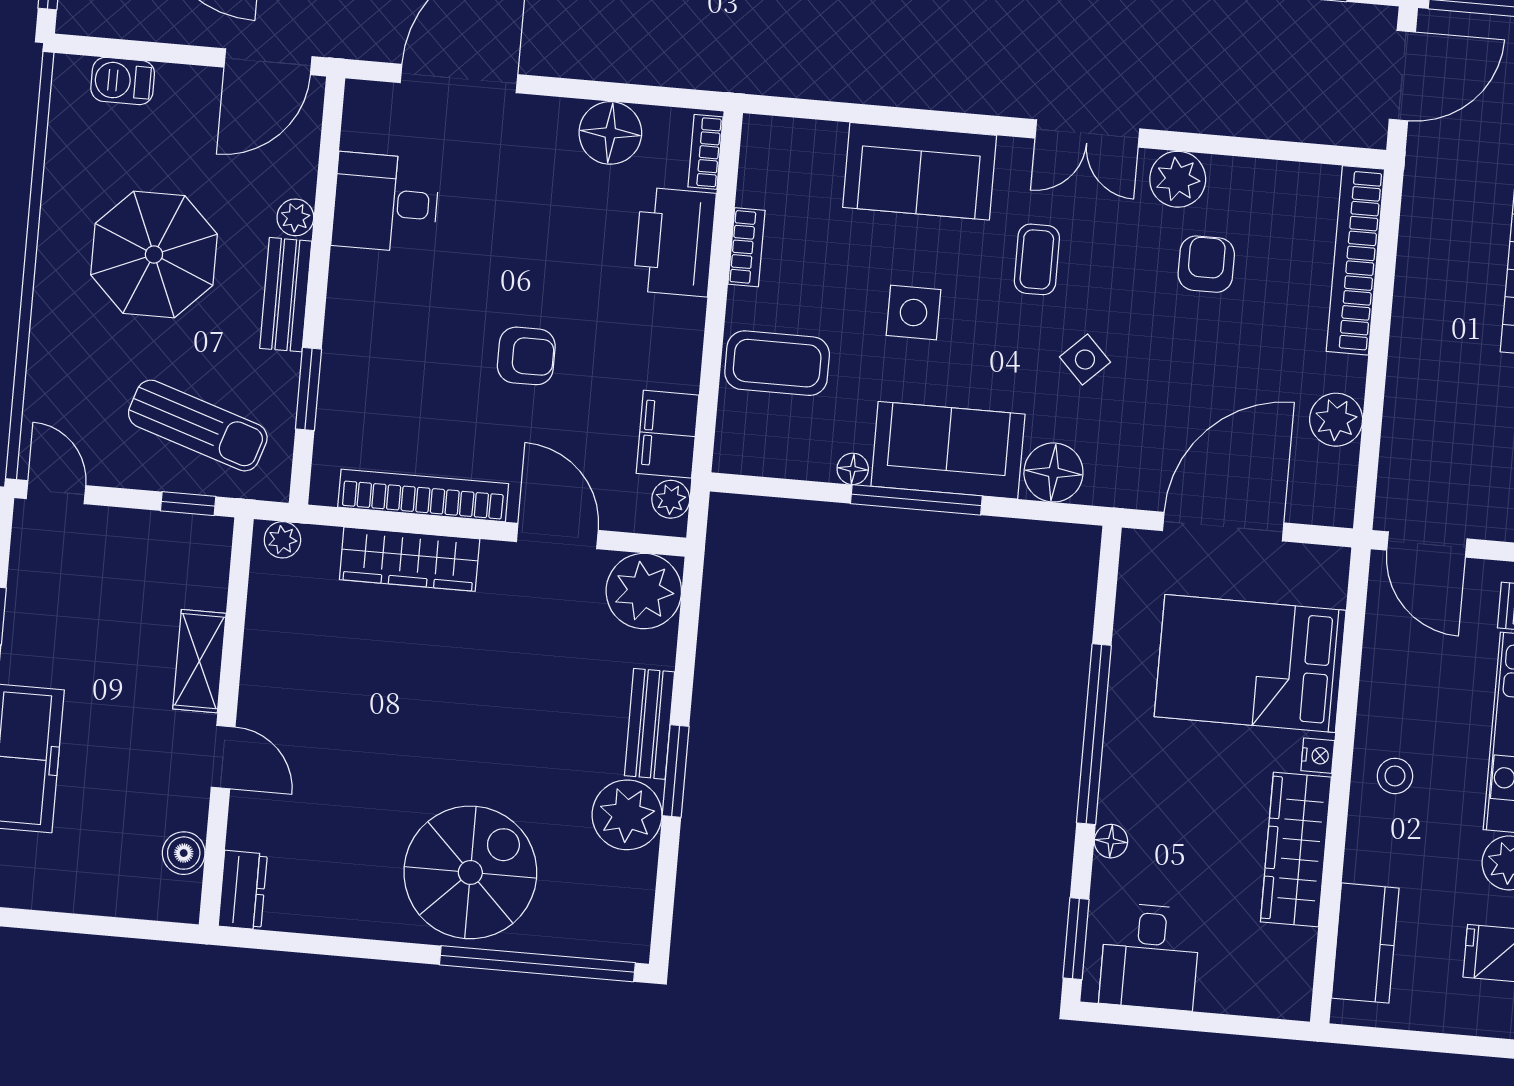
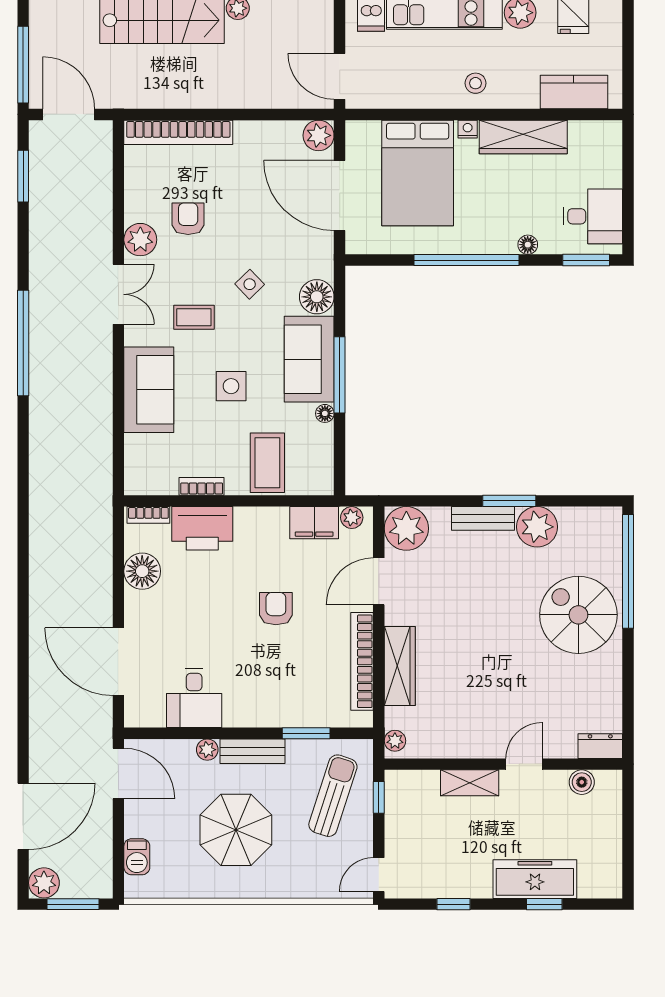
armchair: (1206, 264) -> (188, 219), turned 90
plant: (1336, 420) -> (319, 135), moved
door: (1427, 544) -> (340, 76), swing flipped

